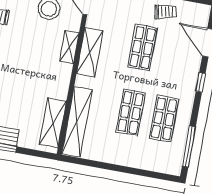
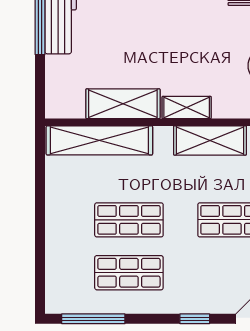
shelving: (69, 47) -> (187, 107), moved
shelving: (53, 123) -> (123, 104), moved

